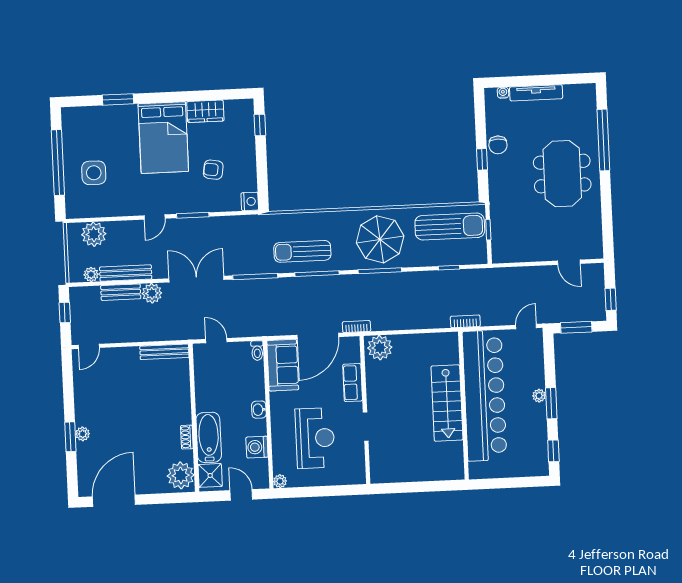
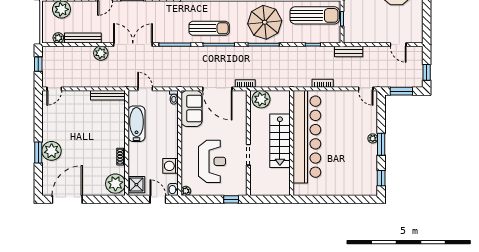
sun lounger: (302, 251) -> (209, 28), turned 180
bench: (121, 292) -> (349, 51), moved
door: (526, 326) -> (366, 89), swing flipped
door: (318, 336) -> (217, 89), hinge flipped
row of seats: (353, 383) -> (241, 123), removed
bar counter: (485, 396) -> (307, 137), moved
stairs: (447, 403) -> (280, 141), moved
wall: (463, 406) -> (292, 143), moved
washbasin: (259, 410) -> (173, 190), moved
plant: (83, 434) -> (52, 151), width x1.88, depth x1.88
bathtub: (209, 437) -> (137, 124), moved
window: (344, 490) -> (231, 199), added

